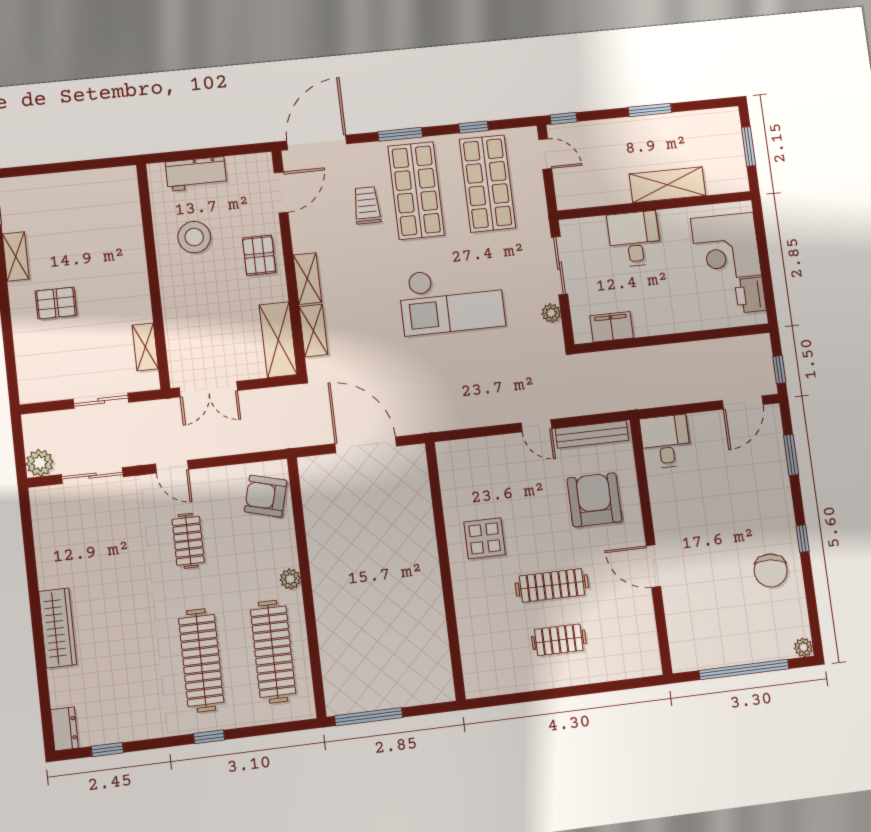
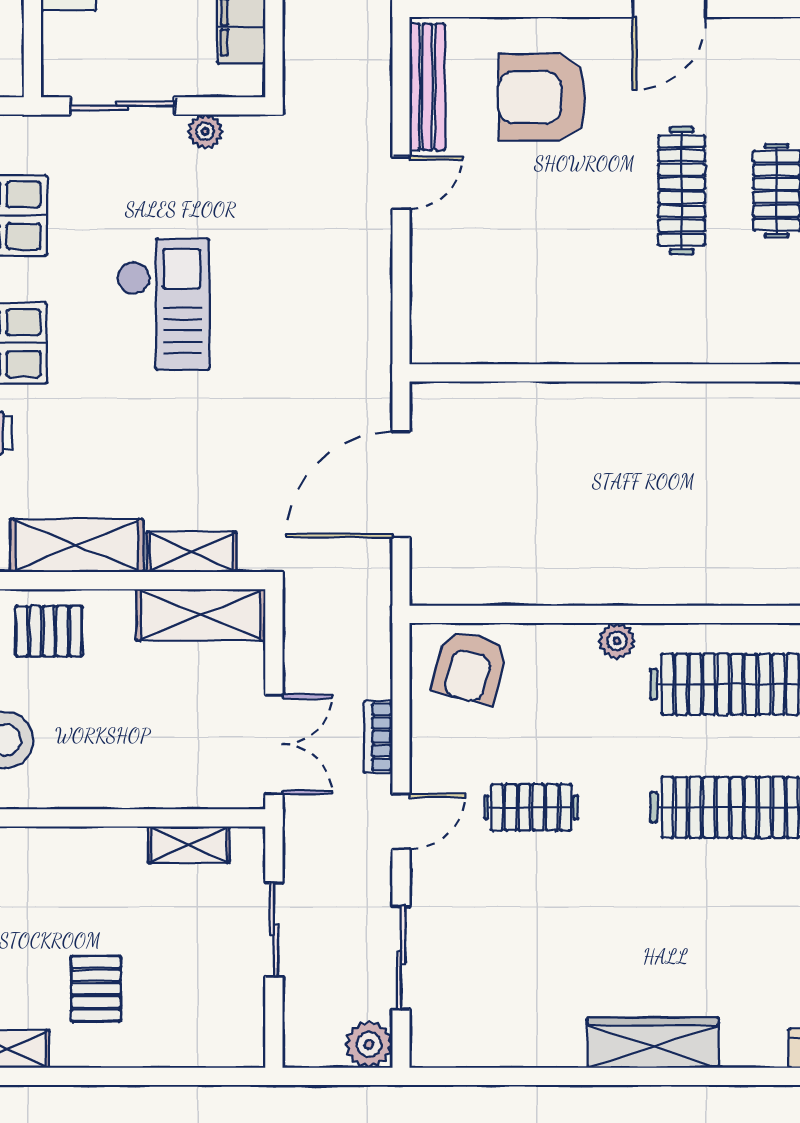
shelving: (307, 279) -> (77, 545), width x1.50, depth x1.33
checkout: (452, 300) -> (163, 304), width x0.73, depth x0.83
bookcase: (219, 448) -> (378, 737), added
display table: (485, 538) -> (587, 298), removed

